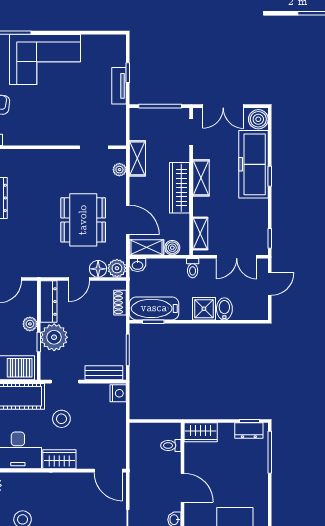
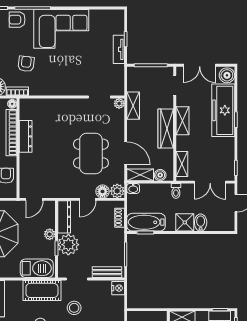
plant: (119, 170) -> (119, 103), moved

